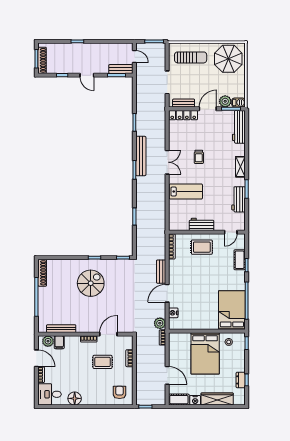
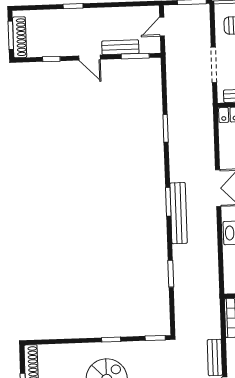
door: (134, 57) -> (162, 27), swing flipped
bench: (121, 69) -> (120, 47), moved
bench: (141, 156) -> (179, 213), moved

